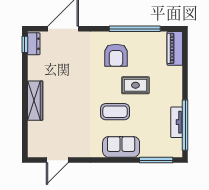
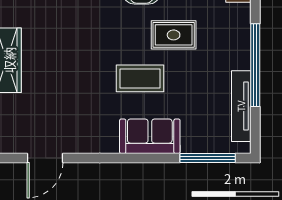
tv unit: (177, 122) -> (241, 106), width x1.41
window: (185, 125) -> (255, 65), moved

